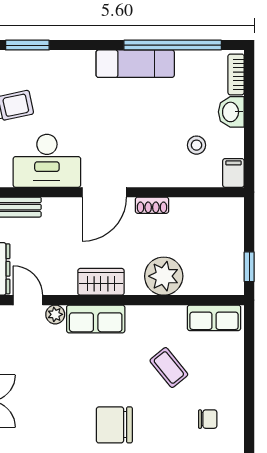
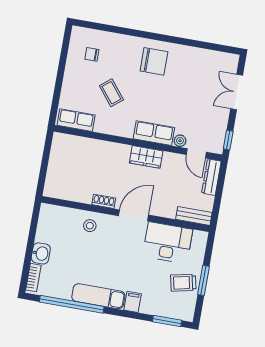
stool: (196, 145) -> (90, 226), moved
filing cabinet: (233, 173) -> (133, 302), moved, turned 180
window: (249, 267) -> (47, 150), removed
plant: (164, 276) -> (104, 153), removed

